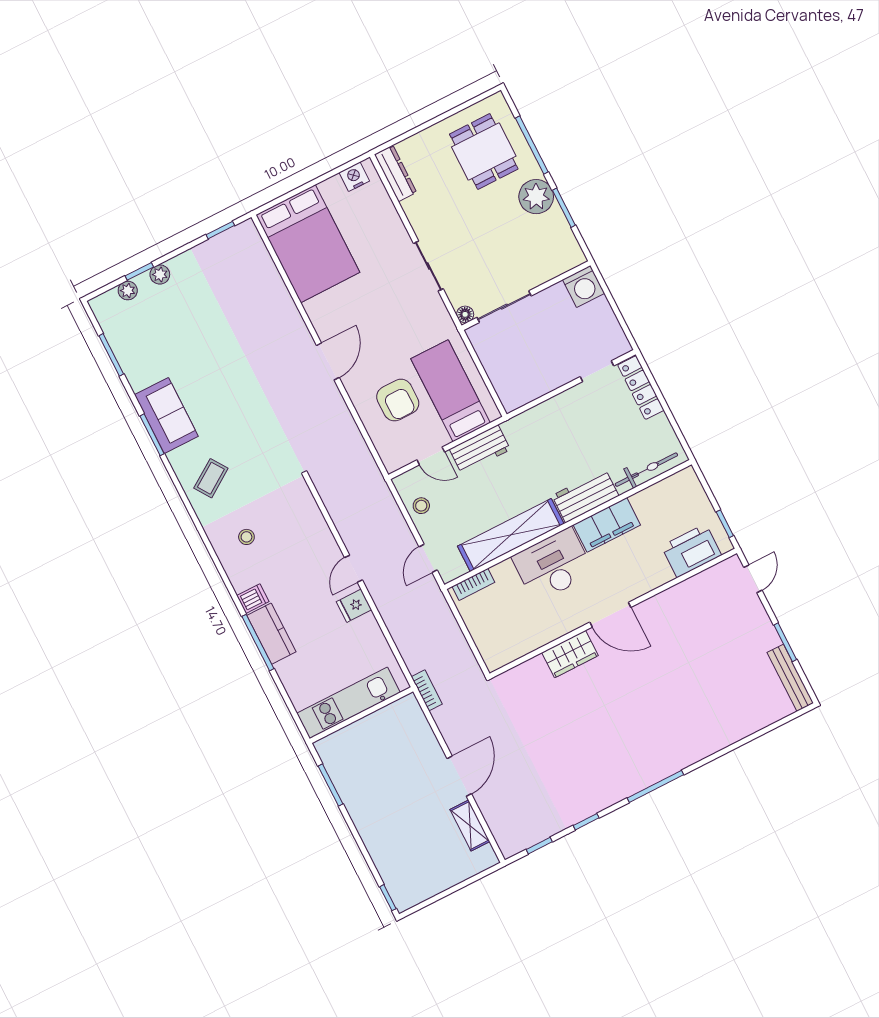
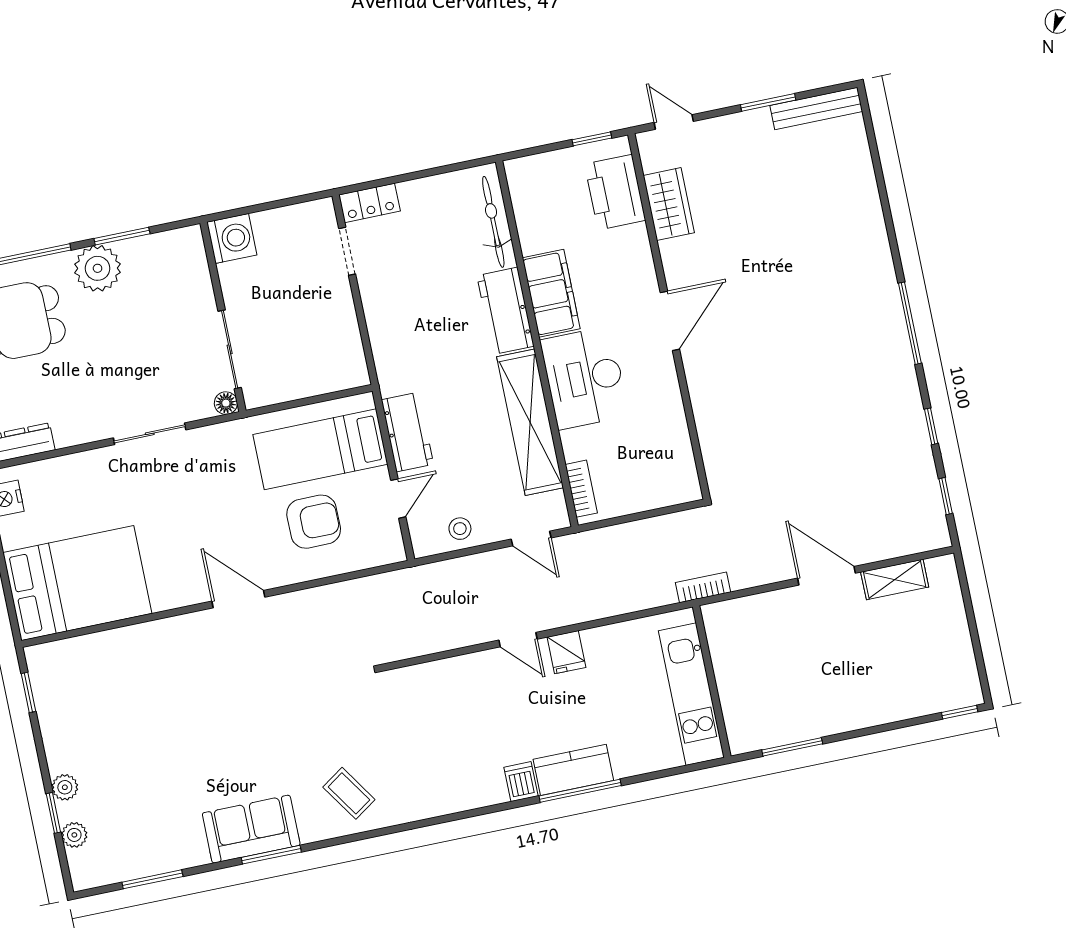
locker: (641, 388) -> (370, 203), width x0.66
stool: (246, 537) -> (438, 768), removed
wardrobe: (570, 654) -> (669, 204), moved

